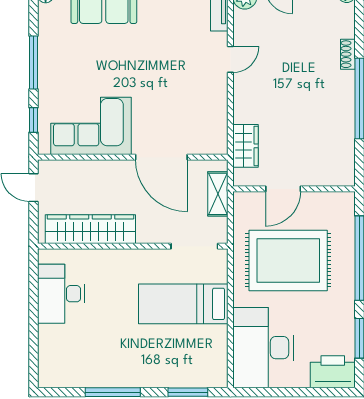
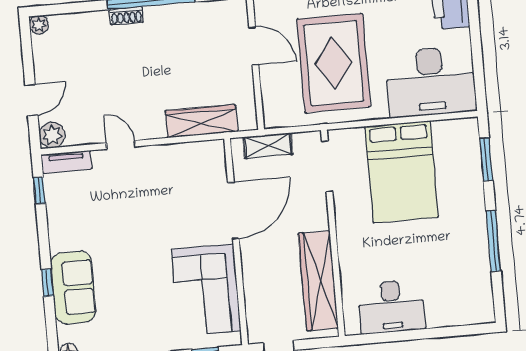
shoe rack: (348, 54) -> (126, 16), moved
wardrobe: (246, 146) -> (202, 121), width x1.50
door: (283, 189) -> (254, 46), moved
bed: (183, 304) -> (402, 172), width x1.50

